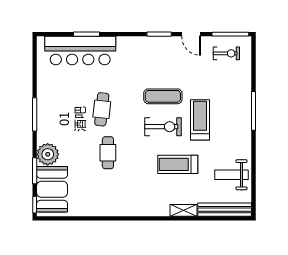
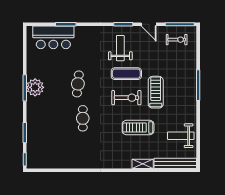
bar counter: (80, 51) -> (53, 37), width x0.73
weight bench: (155, 64) -> (120, 48), added
plant: (48, 154) -> (35, 87), moved
booth: (52, 189) -> (38, 147), removed

